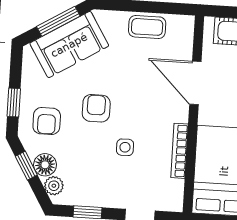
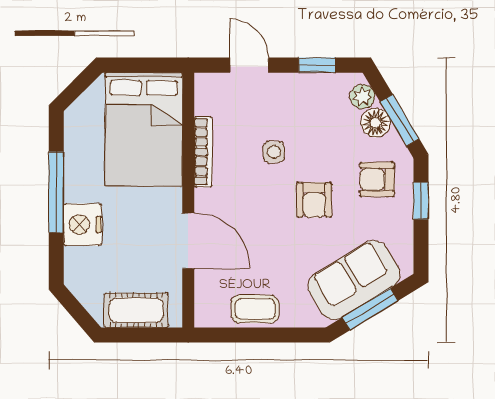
armchair: (47, 121) -> (377, 179), turned -90
window: (26, 166) -> (400, 120), width x1.50

